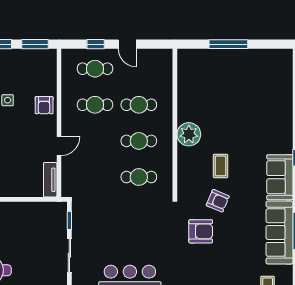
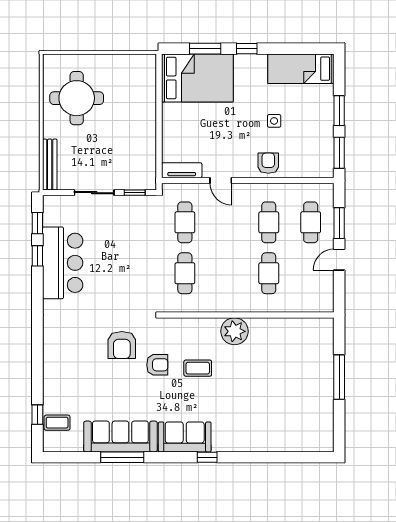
window: (96, 44) -> (339, 223), width x1.50
armchair: (44, 105) -> (268, 163), turned 90
cafe table: (139, 141) -> (185, 222), moved
armchair: (218, 201) -> (157, 365), turned -113

